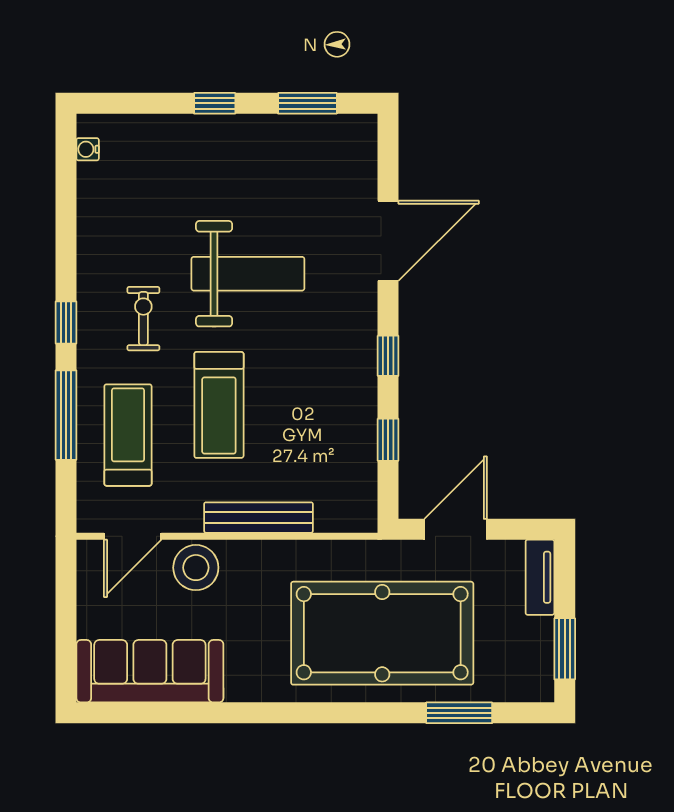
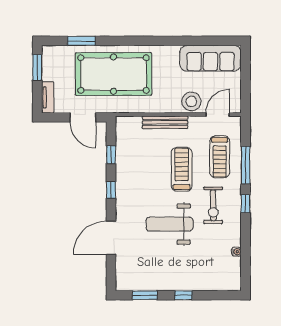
water cooler: (88, 149) -> (236, 252), moved
exercise bike: (143, 319) -> (213, 205), width x1.38, depth x1.39
door: (456, 529) -> (83, 117), hinge flipped

